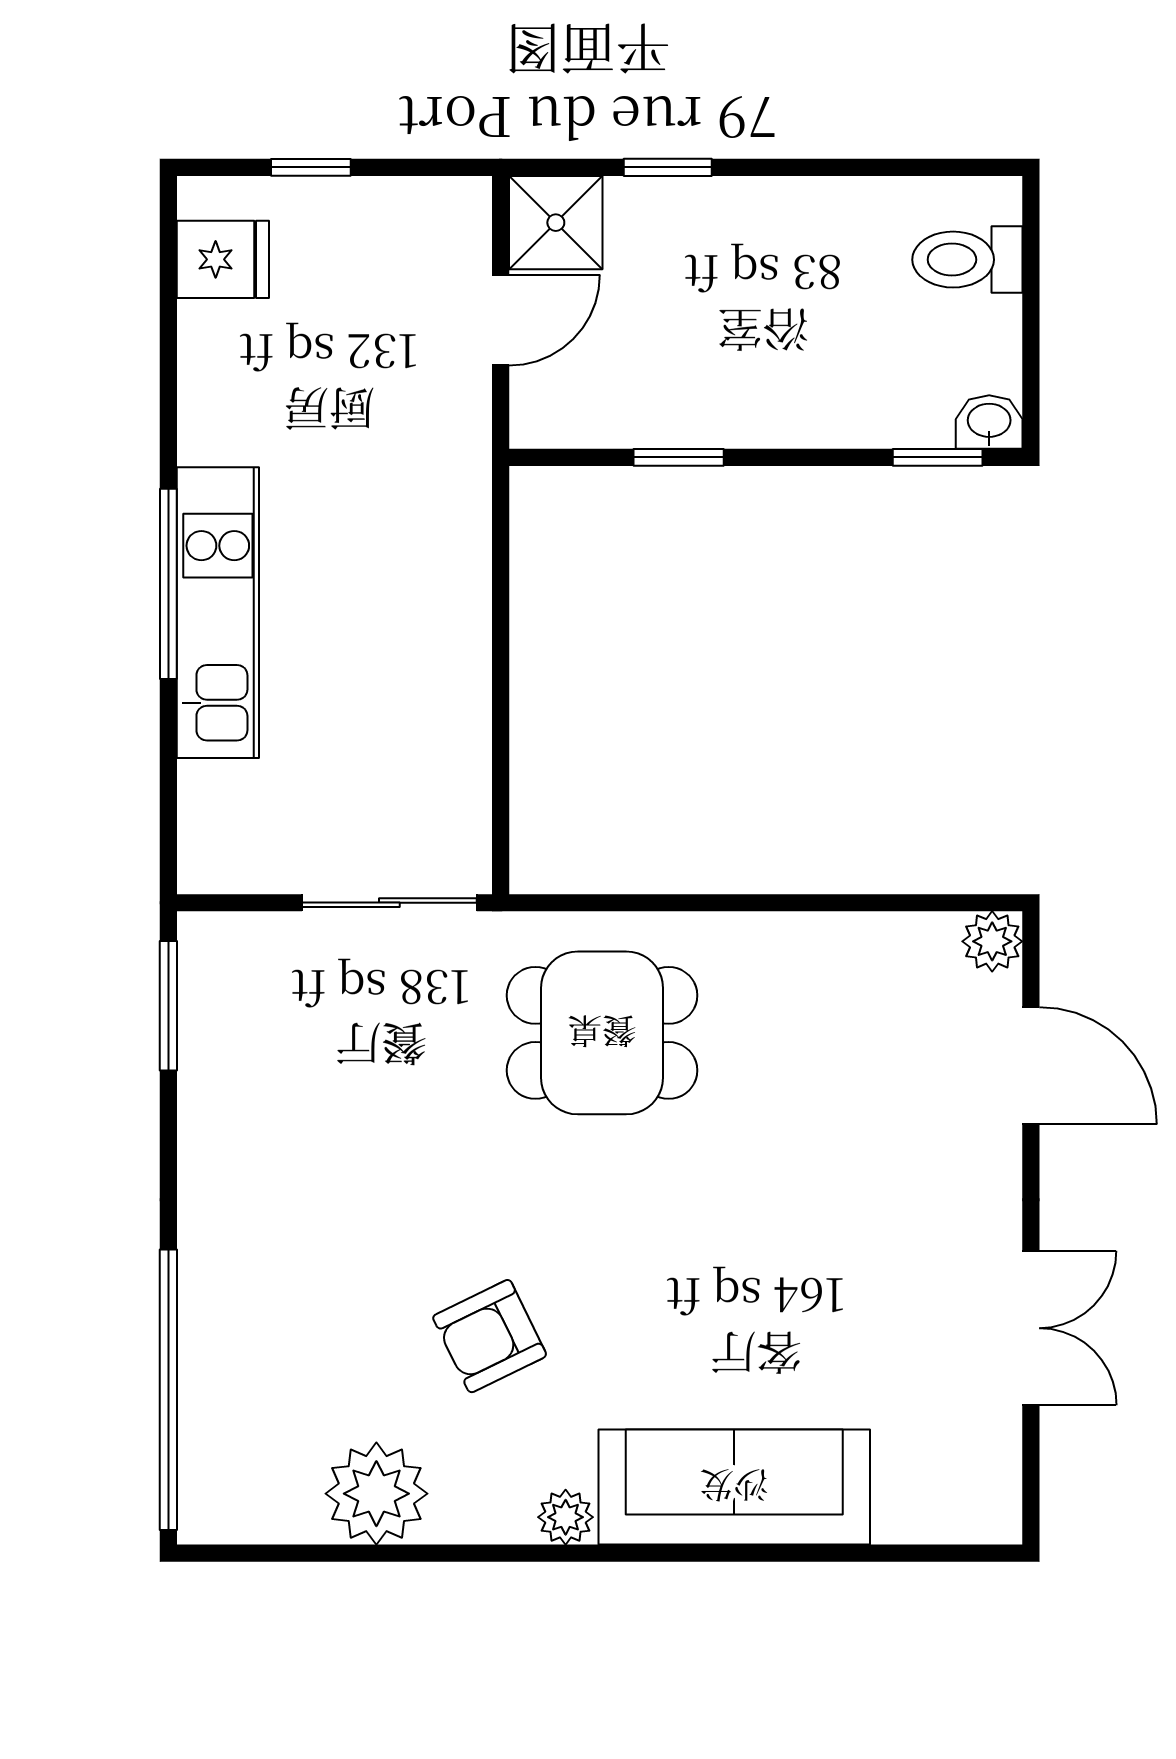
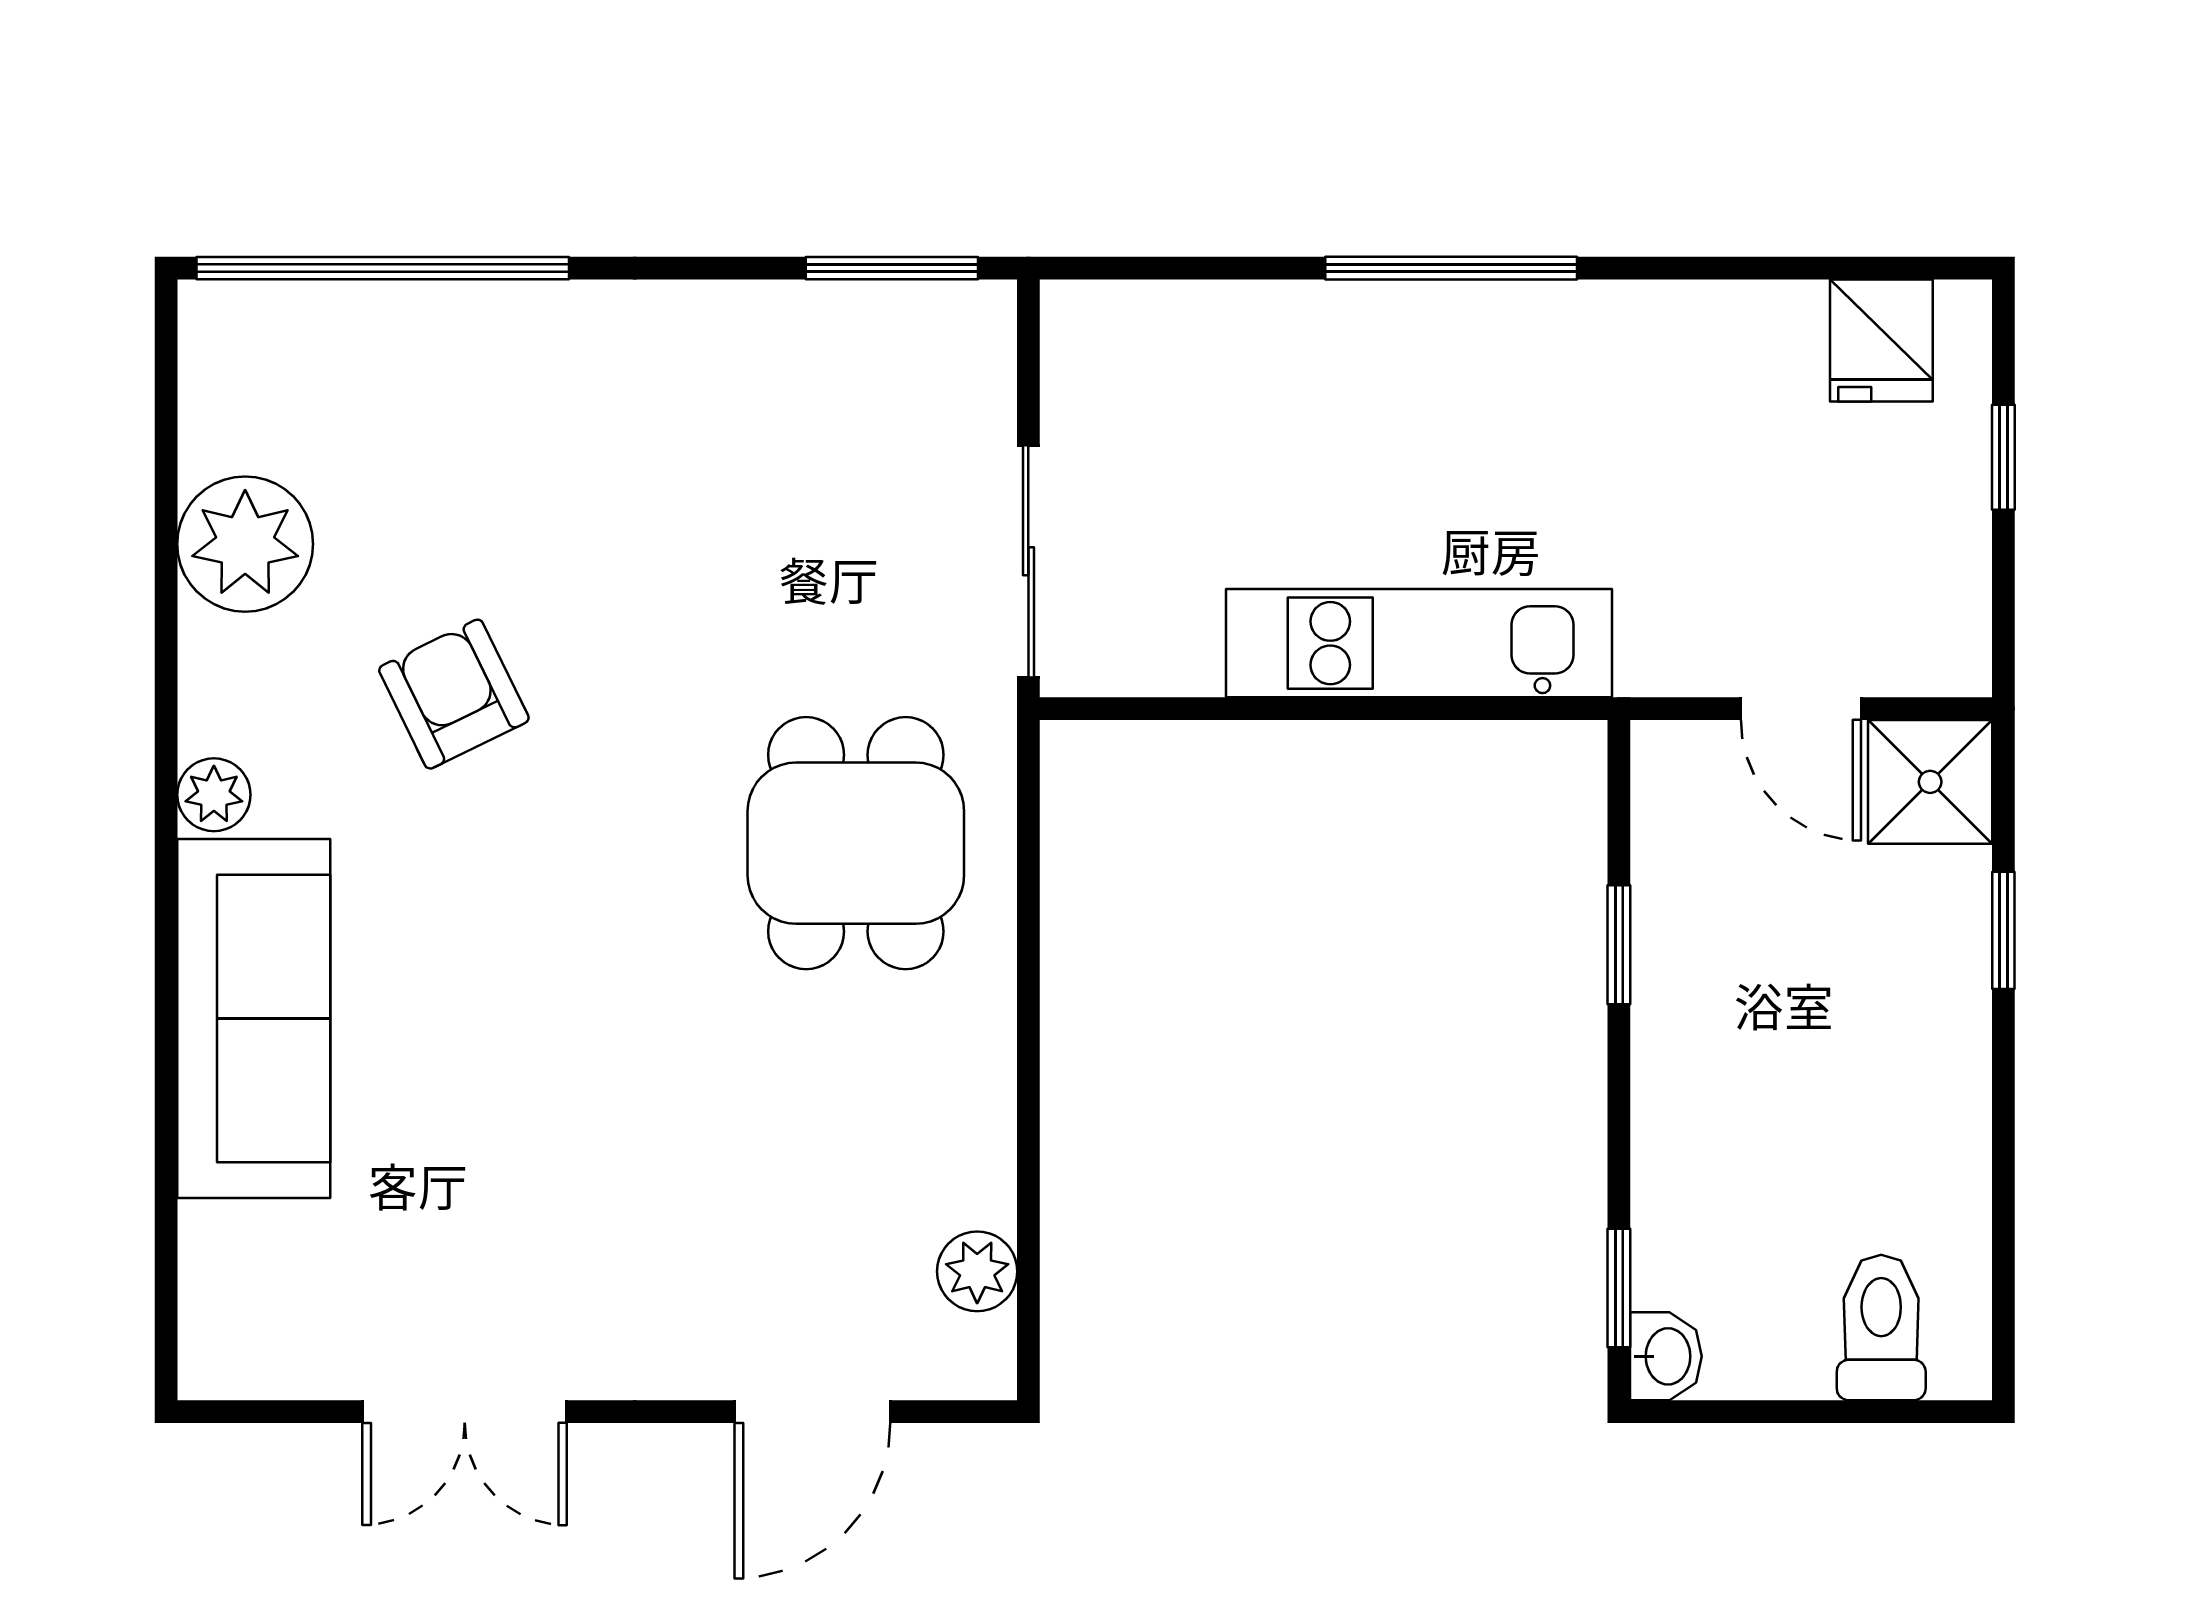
kitchen unit: (218, 613) -> (1419, 643), moved, turned 180
plant: (992, 941) -> (977, 1271), moved

